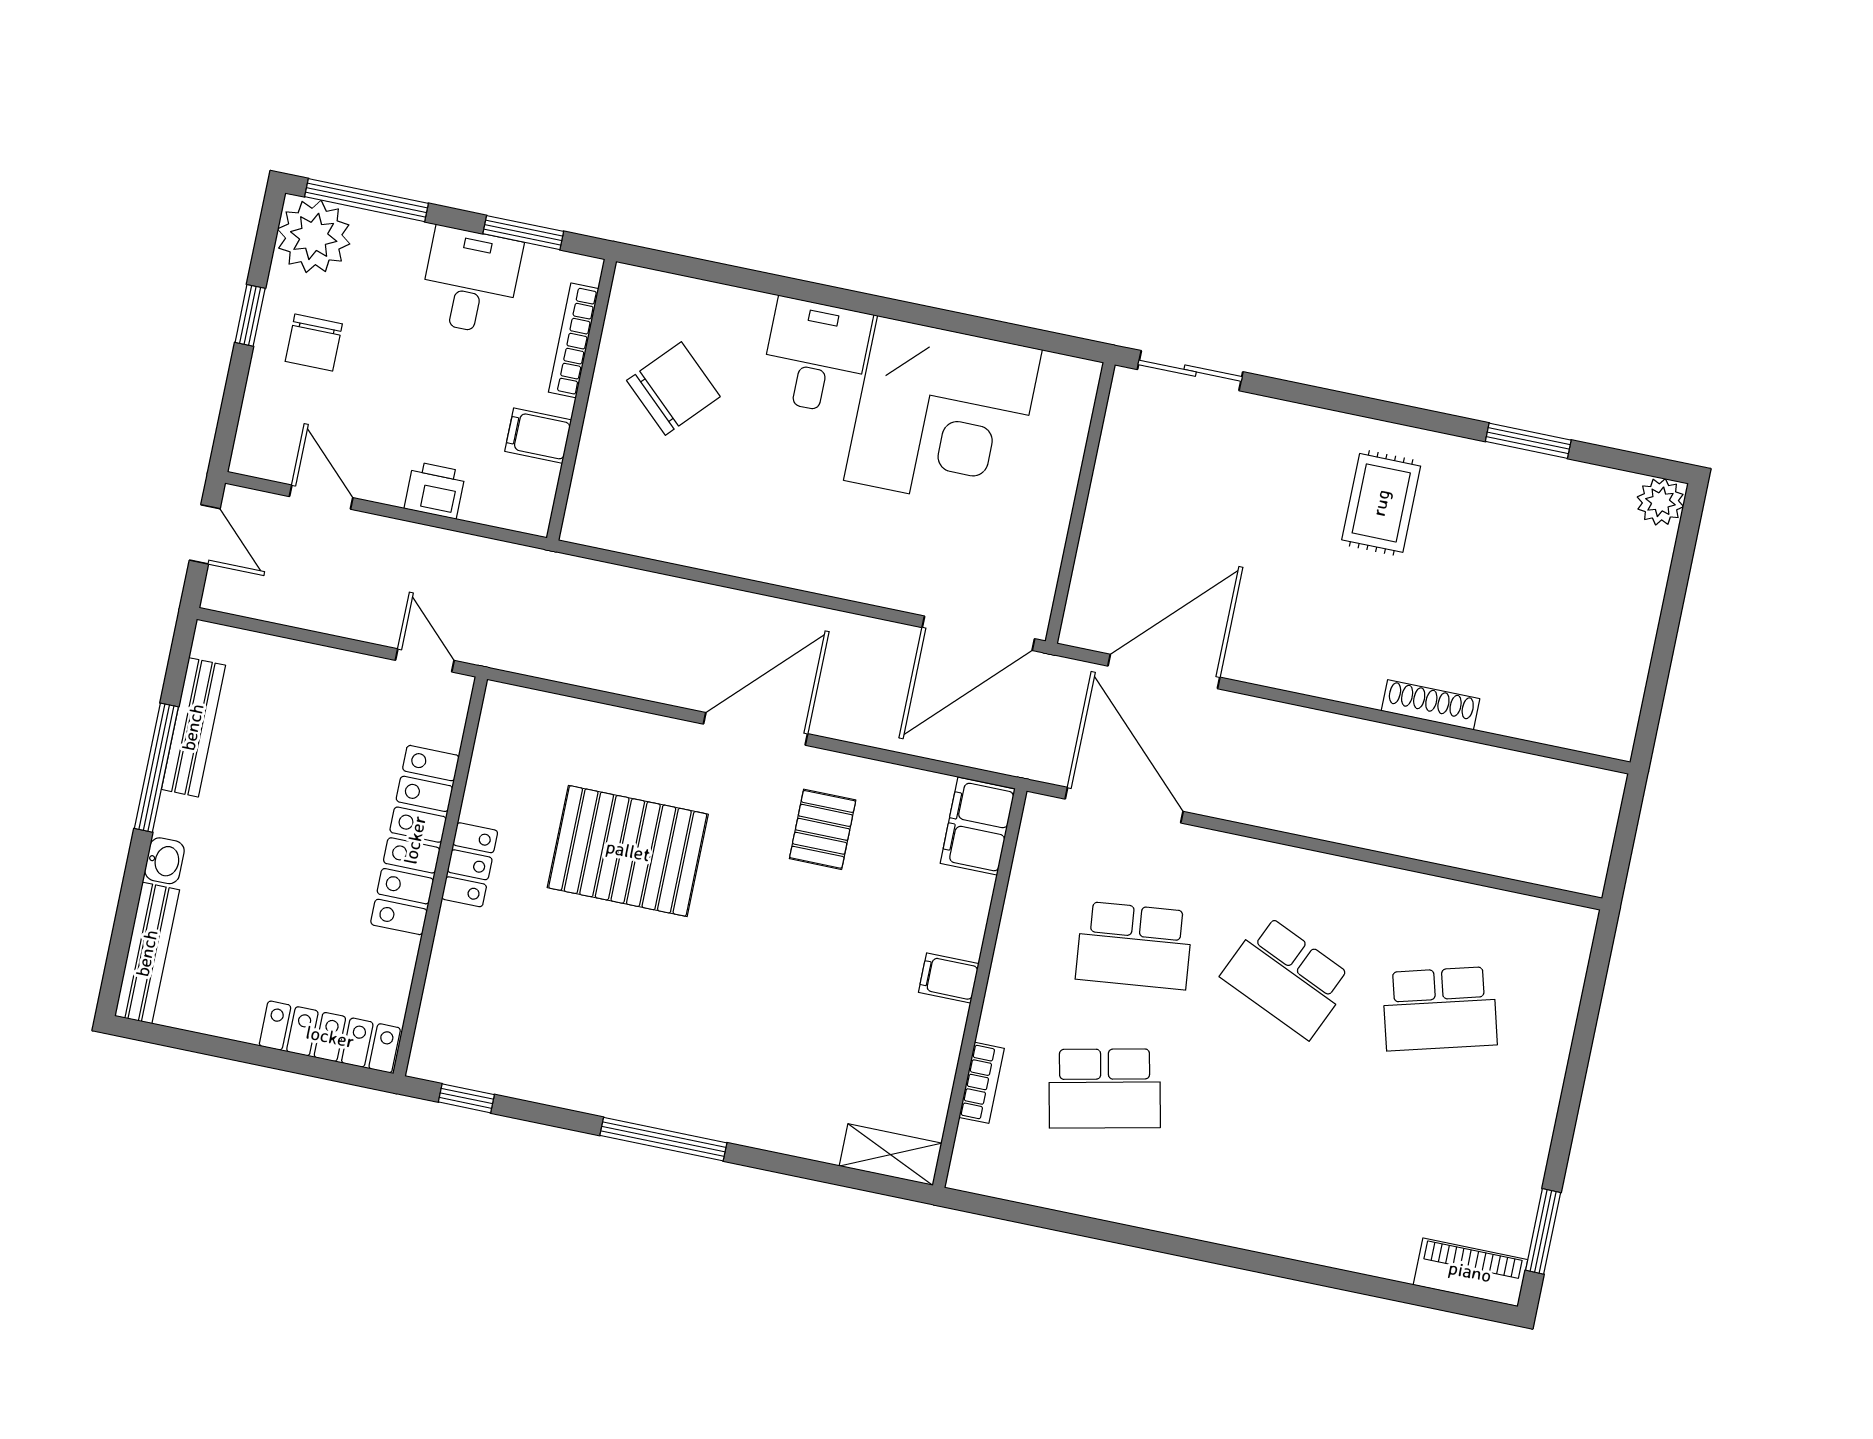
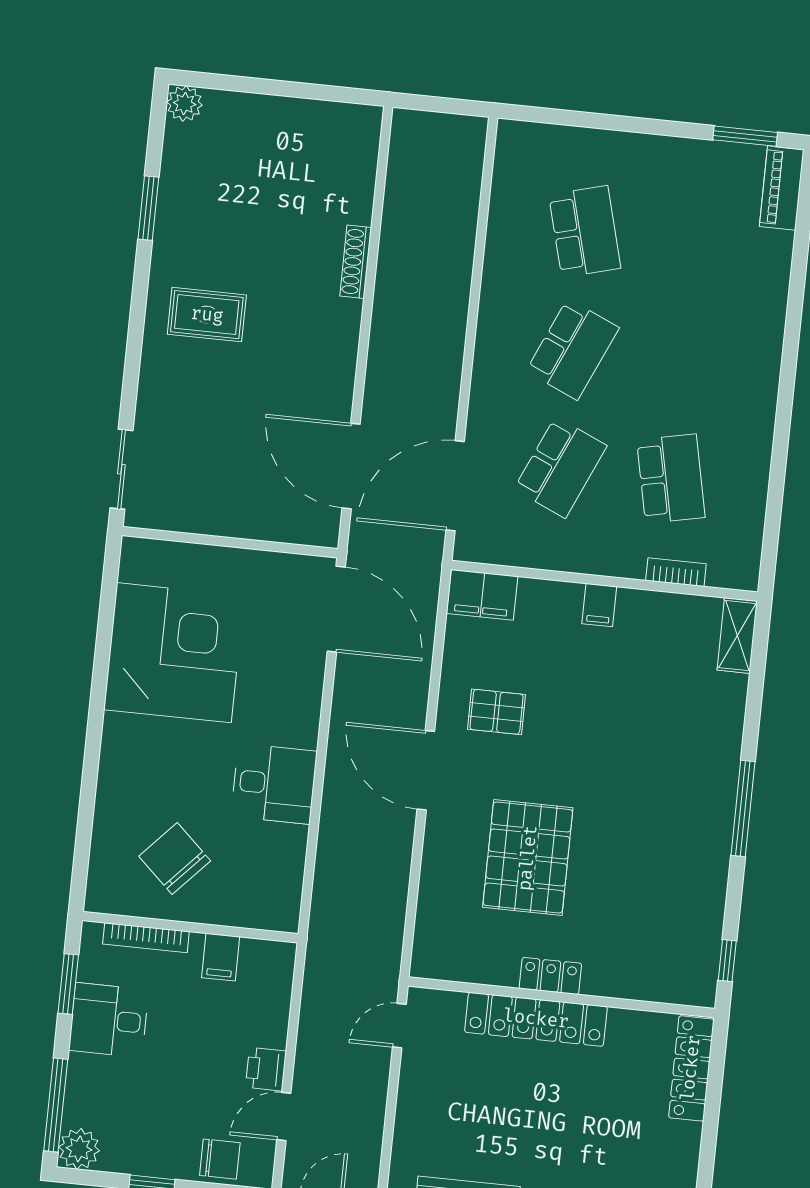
plant: (314, 236) -> (79, 1149), width x0.73, depth x0.73
chair: (314, 343) -> (220, 1159), moved
desk: (816, 356) -> (274, 784), moved, turned 180
printer: (435, 490) -> (266, 1069), moved
school desk: (1134, 945) -> (560, 467), turned 30

